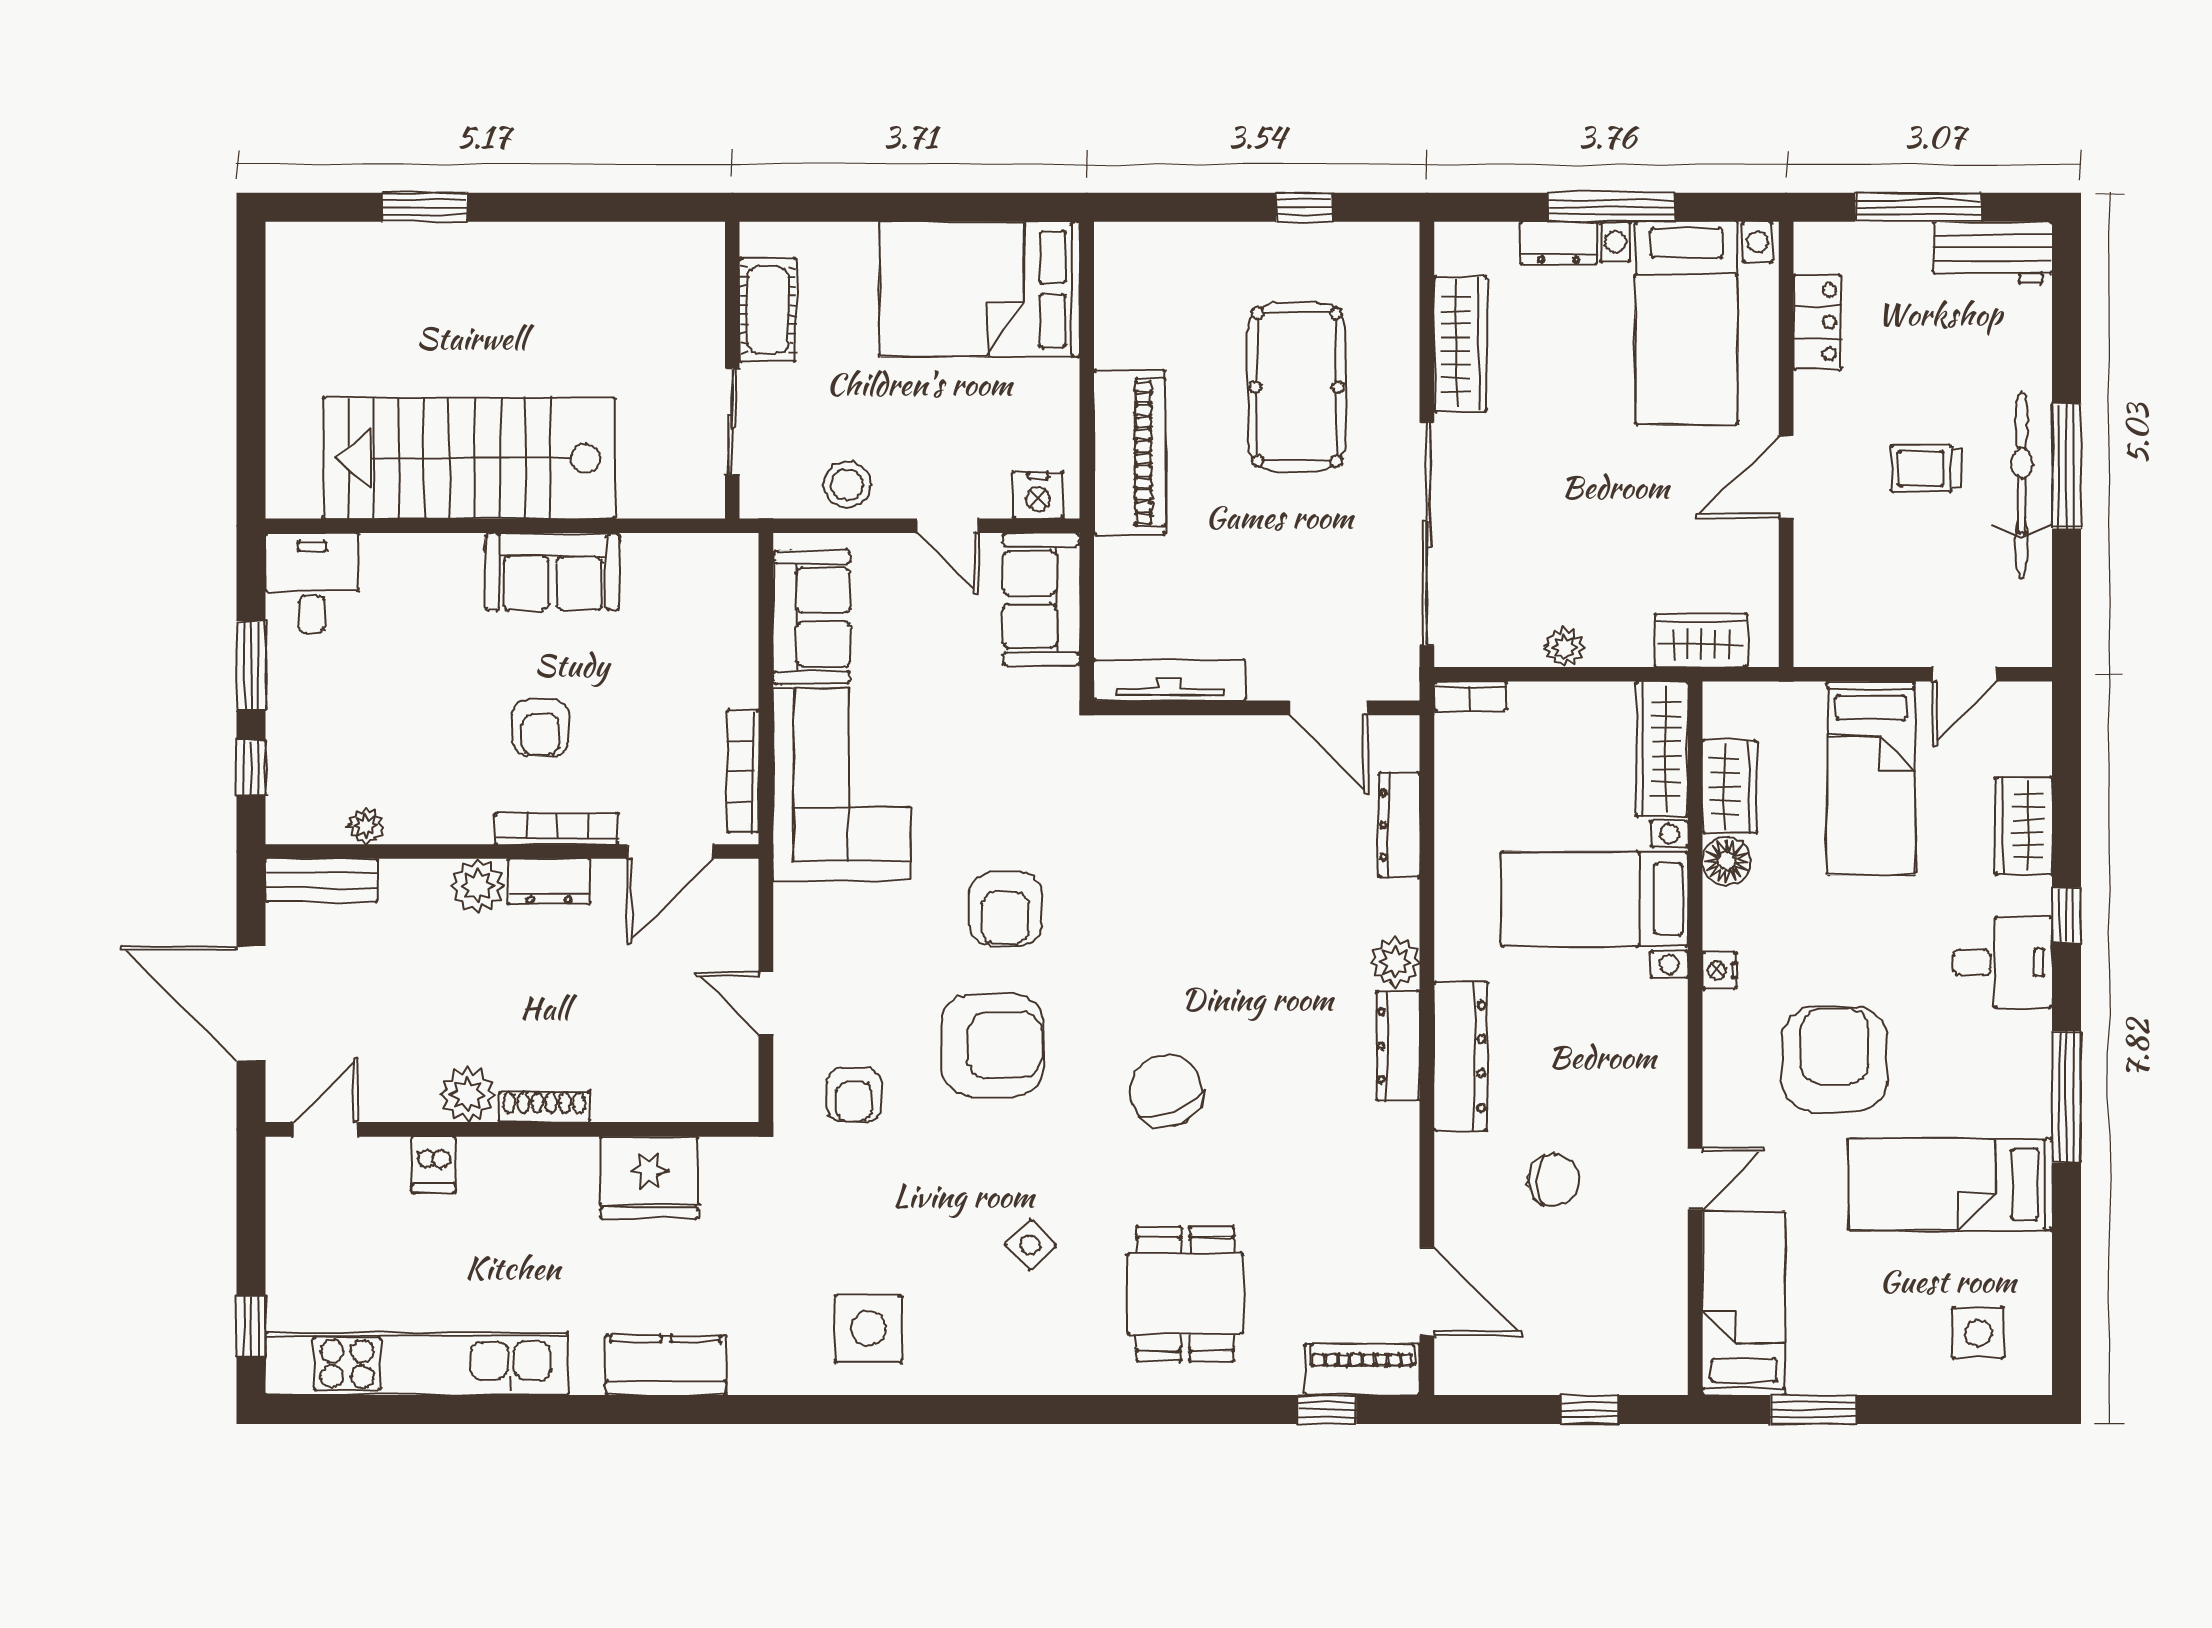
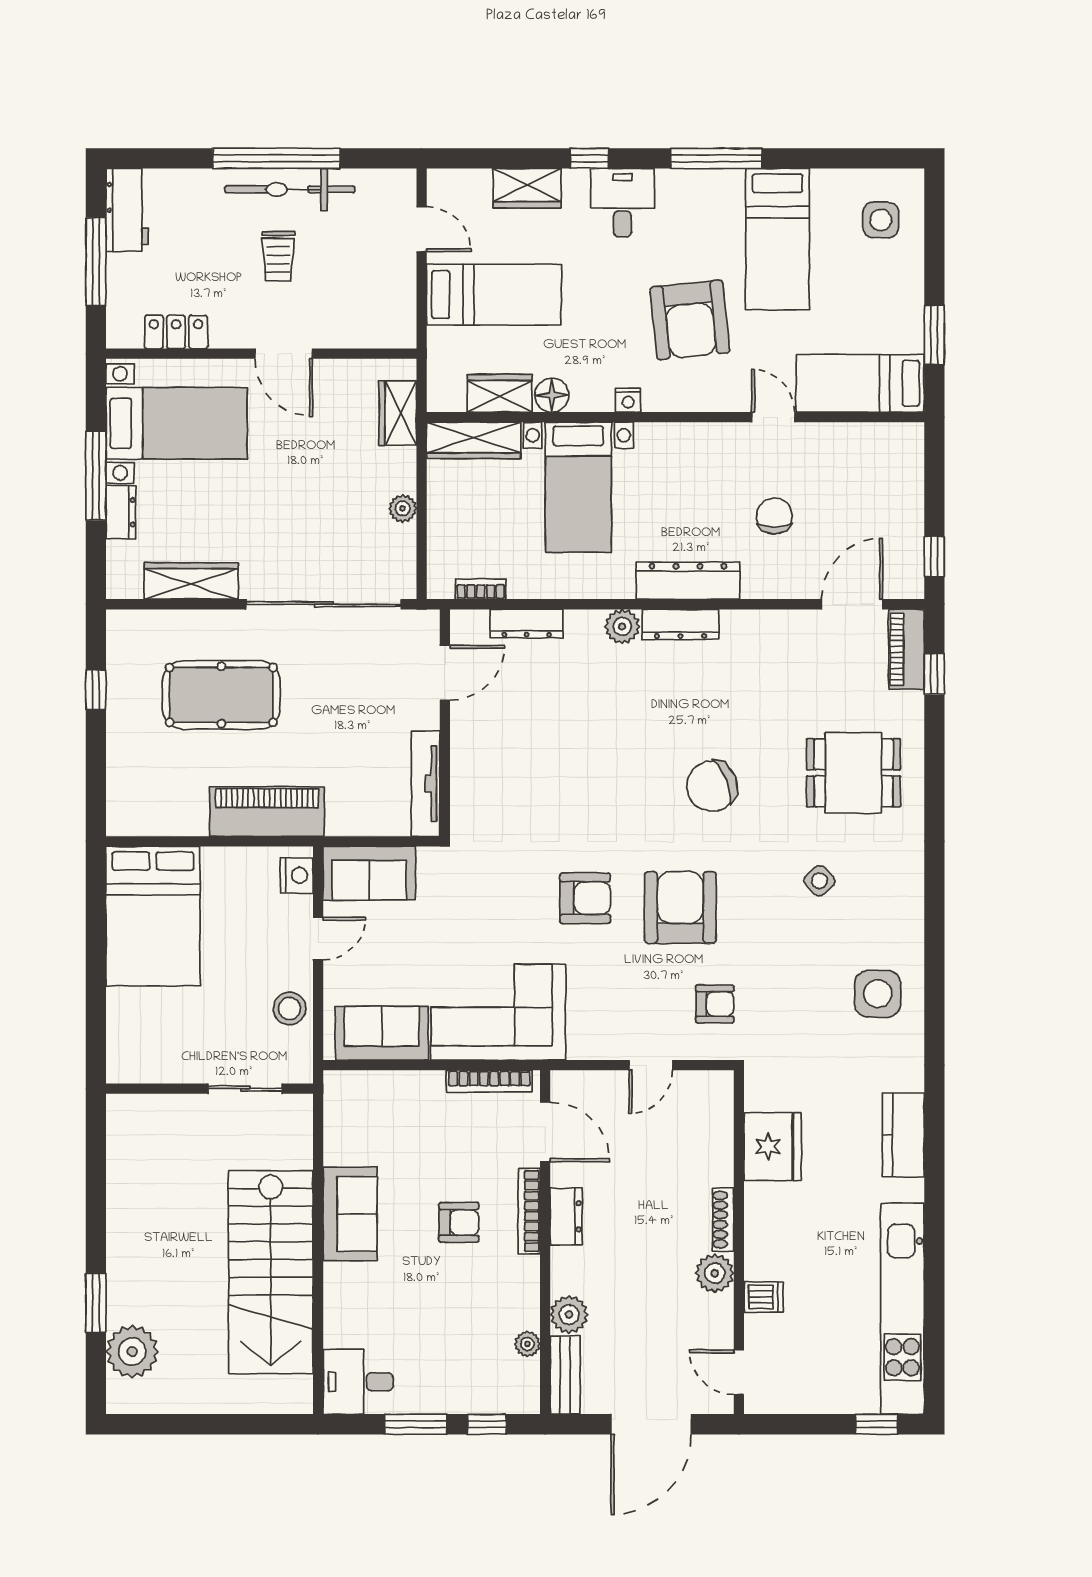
plant: (355, 259) -> (132, 1352), added
cot: (768, 310) -> (168, 1064), removed
window: (2066, 466) -> (276, 158), width x1.46
bookcase: (1470, 696) -> (481, 589), moved, turned -90
plant: (477, 886) -> (569, 1315), moved
armchair: (1835, 1059) -> (690, 320), turned -96
window: (1589, 1410) -> (934, 557), moved

